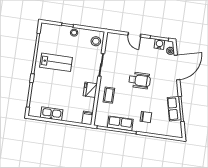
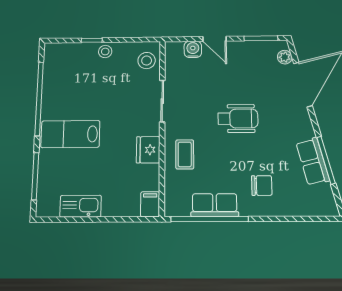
water cooler: (159, 44) -> (193, 49), moved
lab bench: (56, 62) -> (70, 134), moved, turned 180

